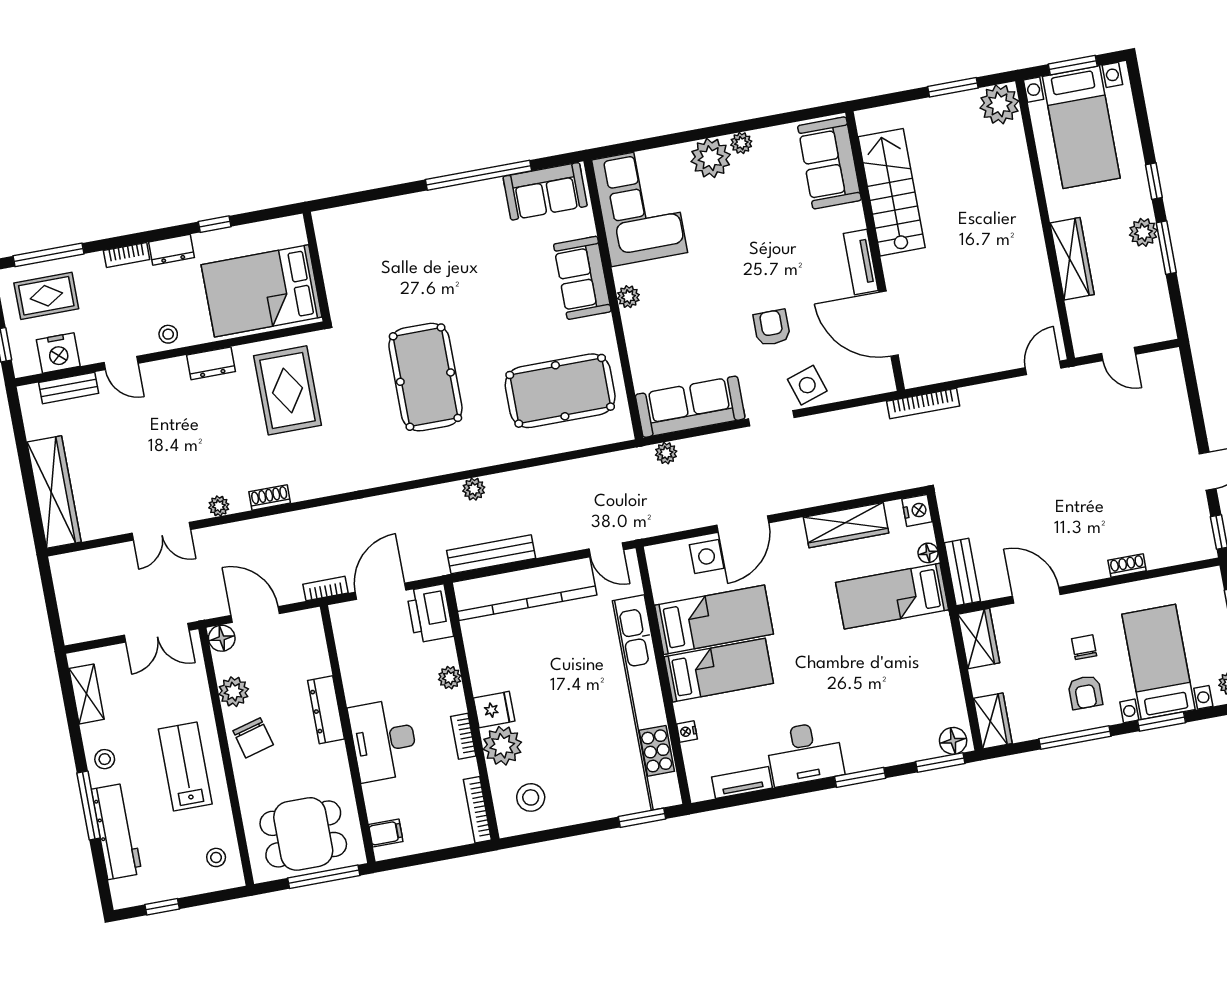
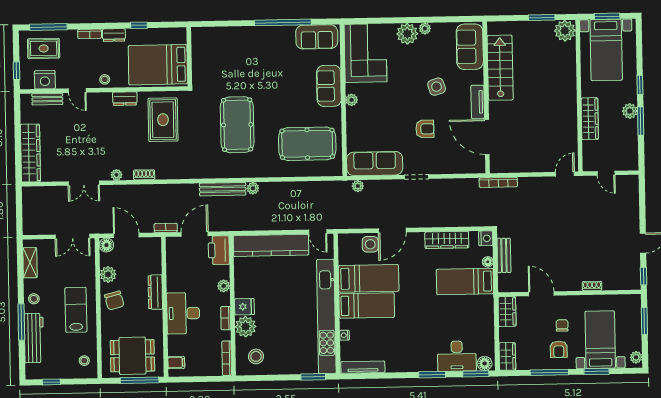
armchair: (772, 328) -> (425, 129), turned 90
side table: (807, 385) -> (437, 87), moved
bench: (491, 554) -> (223, 189), moved
bench: (962, 572) -> (504, 255), moved
desk: (805, 753) -> (457, 356), moved
tv unit: (742, 782) -> (363, 367), width x1.41

